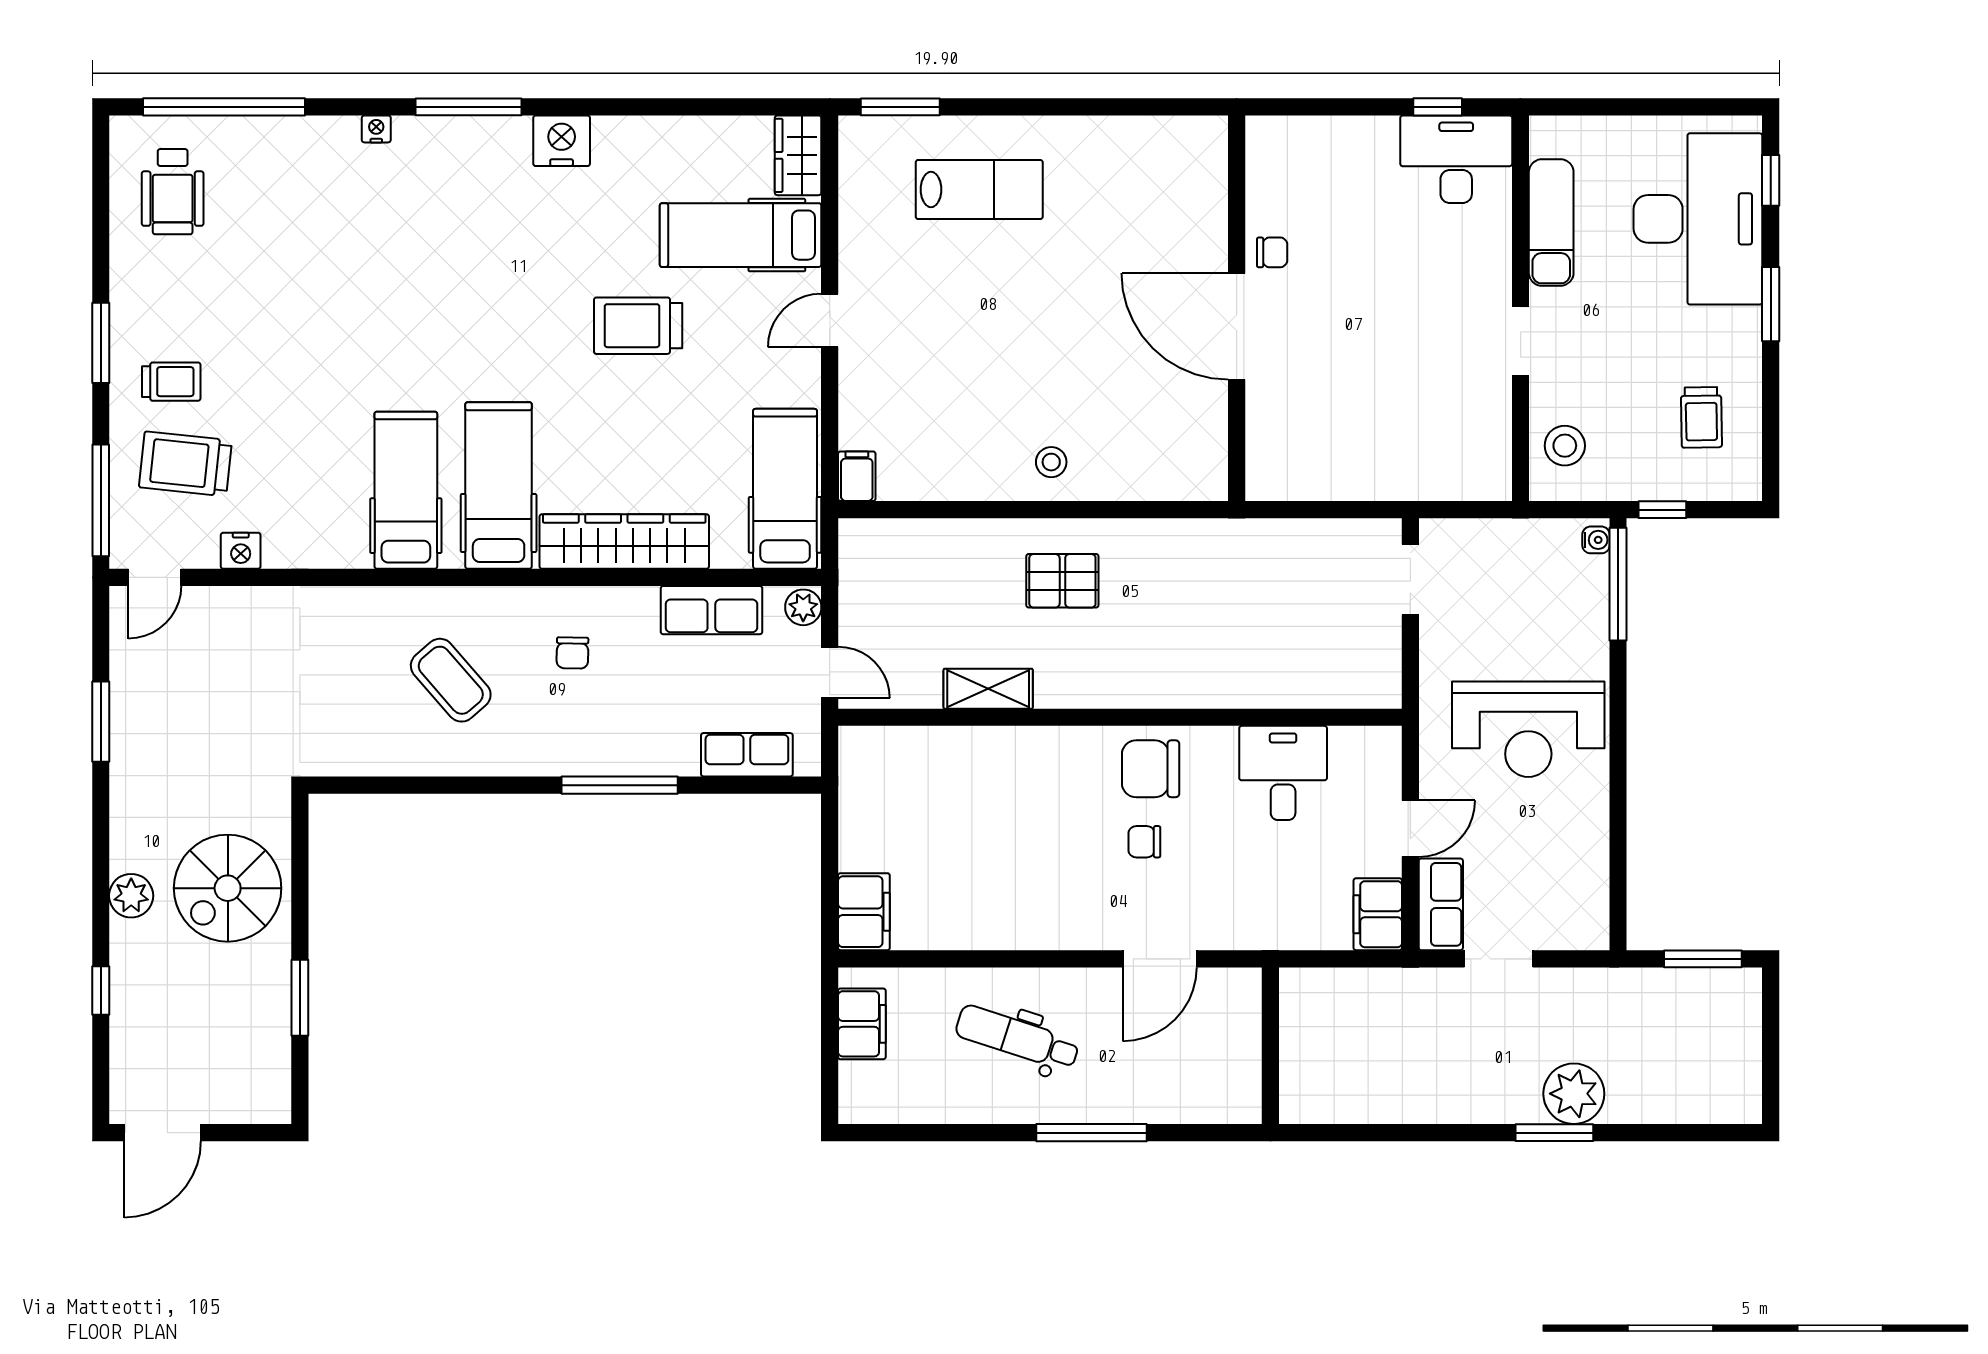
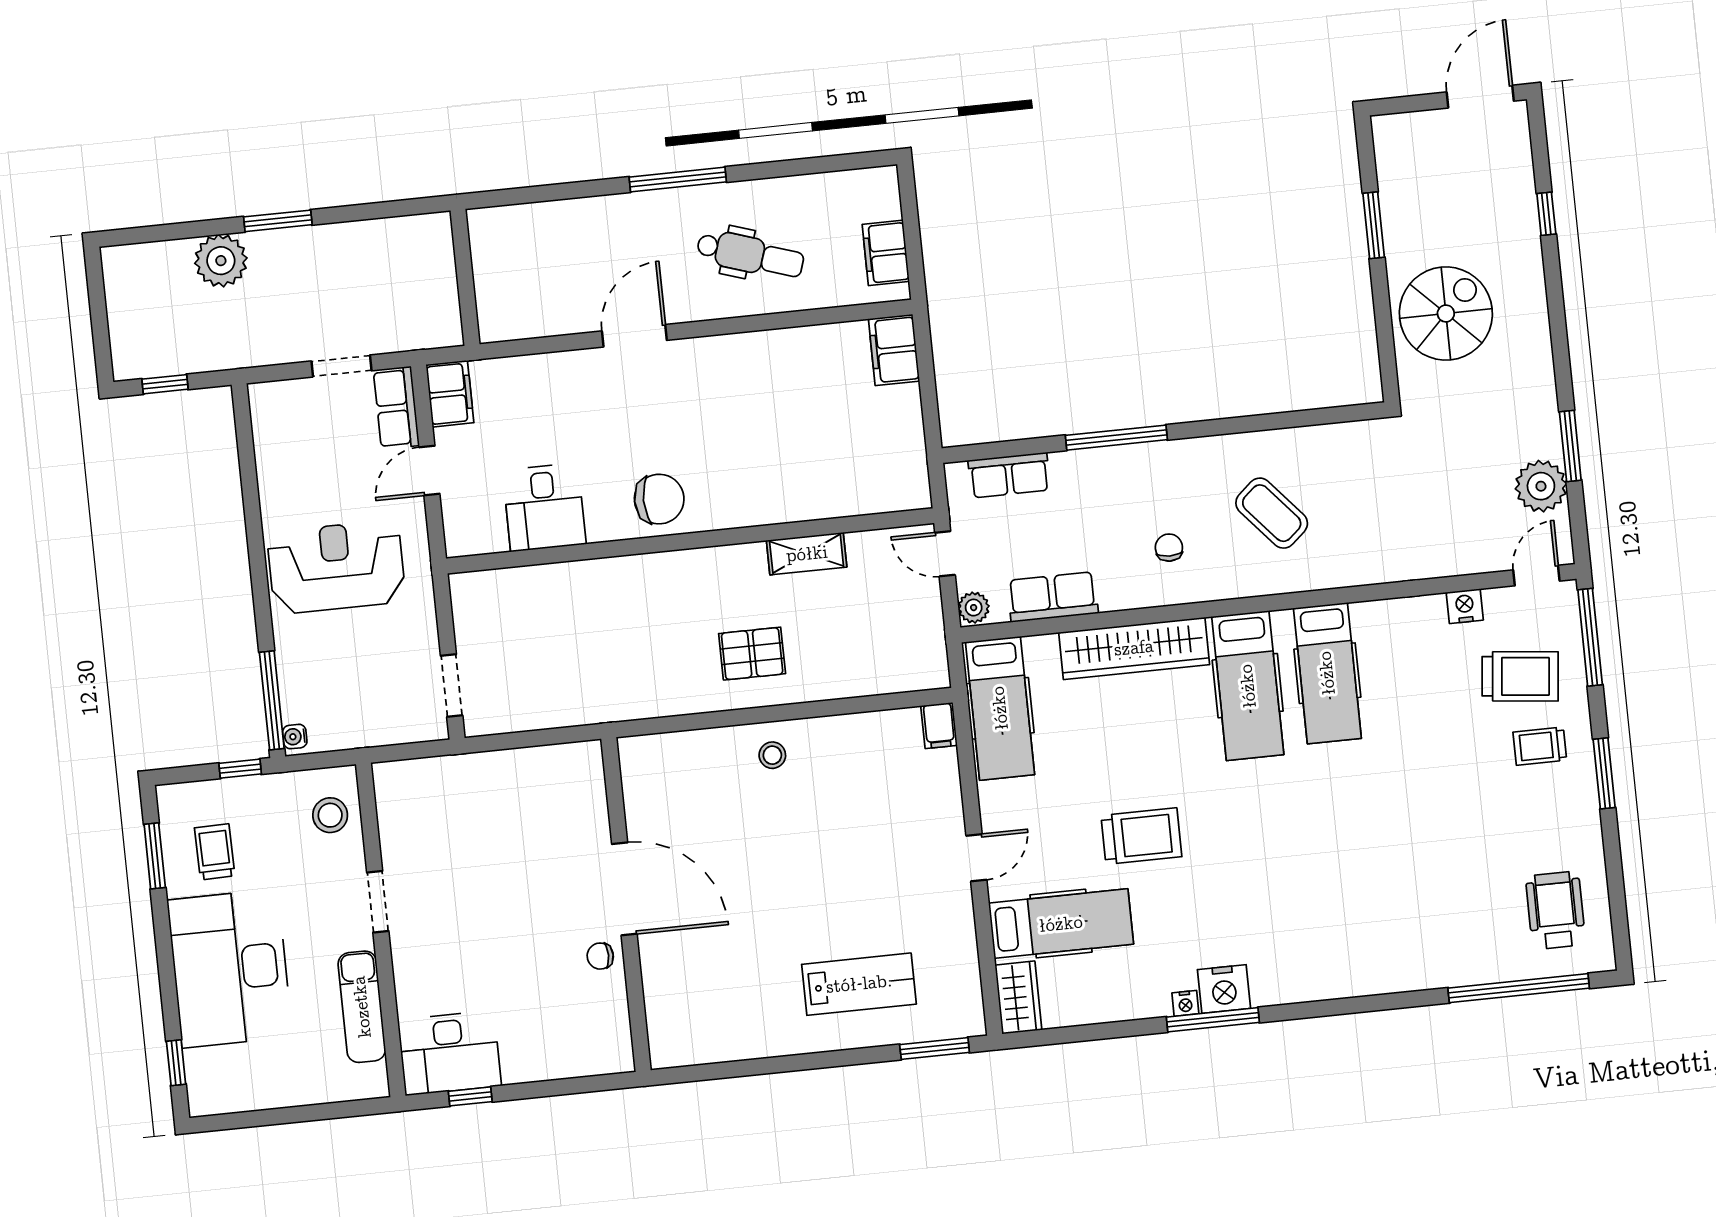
window: (468, 107) -> (1213, 1020), moved
nightstand: (376, 129) -> (1185, 1003), moved
lab bench: (979, 190) -> (859, 984), turned 180
desk: (1698, 219) -> (230, 968), moved
window: (1771, 304) -> (155, 856), moved
chair: (1144, 842) -> (658, 435), removed
plant: (131, 896) -> (1541, 486), moved, width x1.36, depth x1.36
window: (1703, 959) -> (165, 384), width x0.67
wall: (1270, 1046) -> (465, 277), moved
plant: (1574, 1094) -> (221, 261), moved

